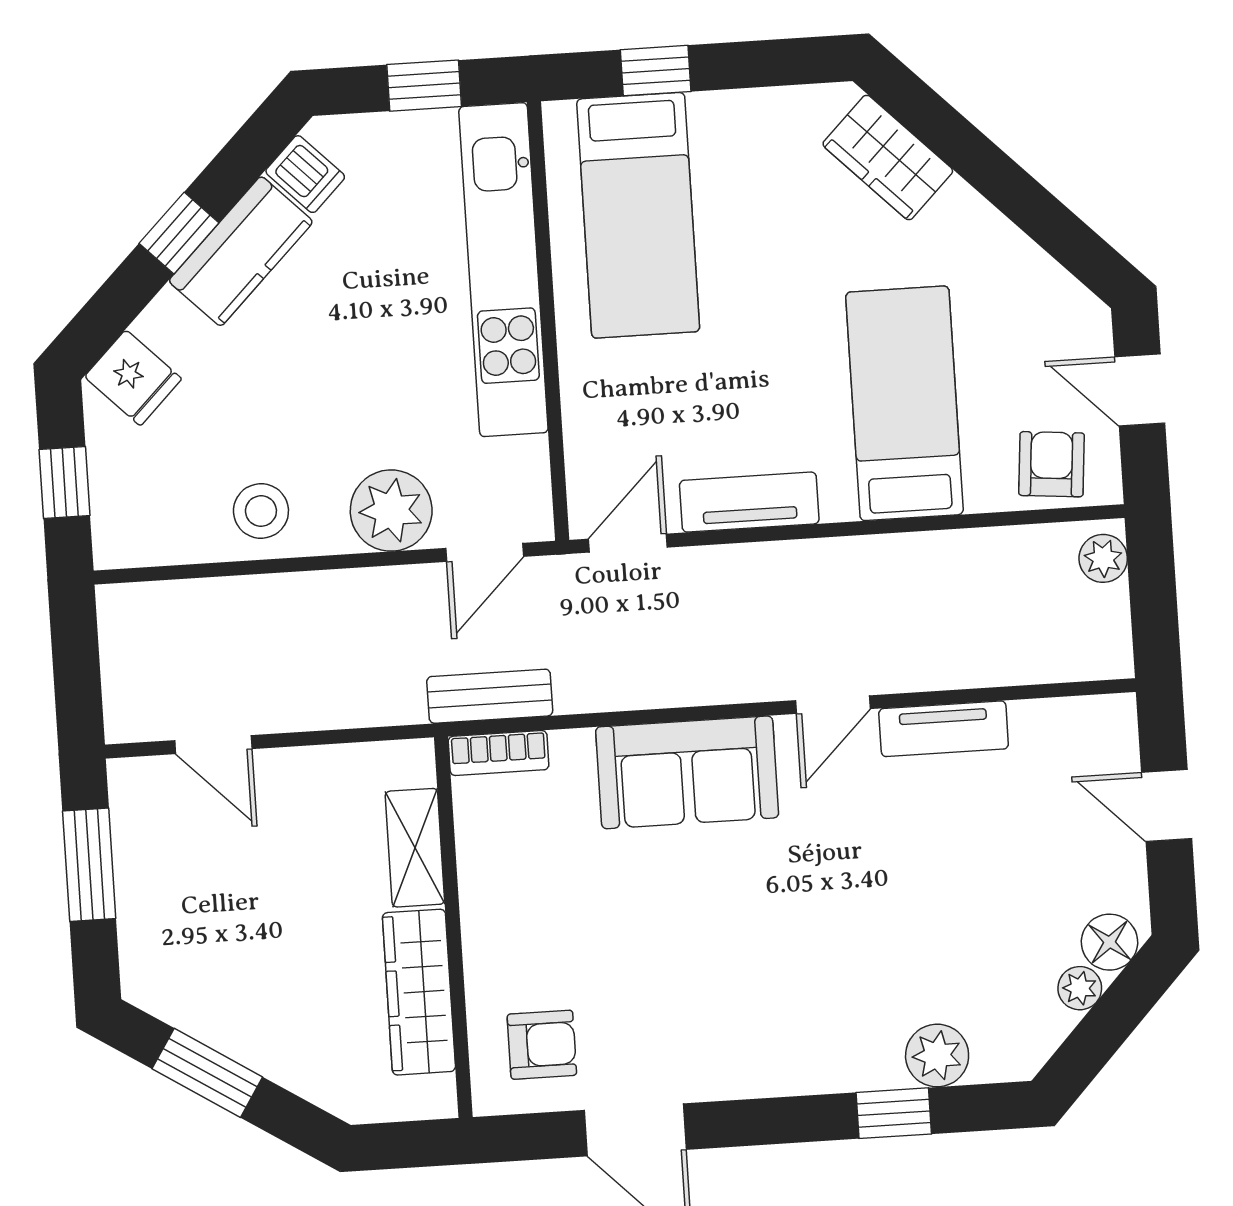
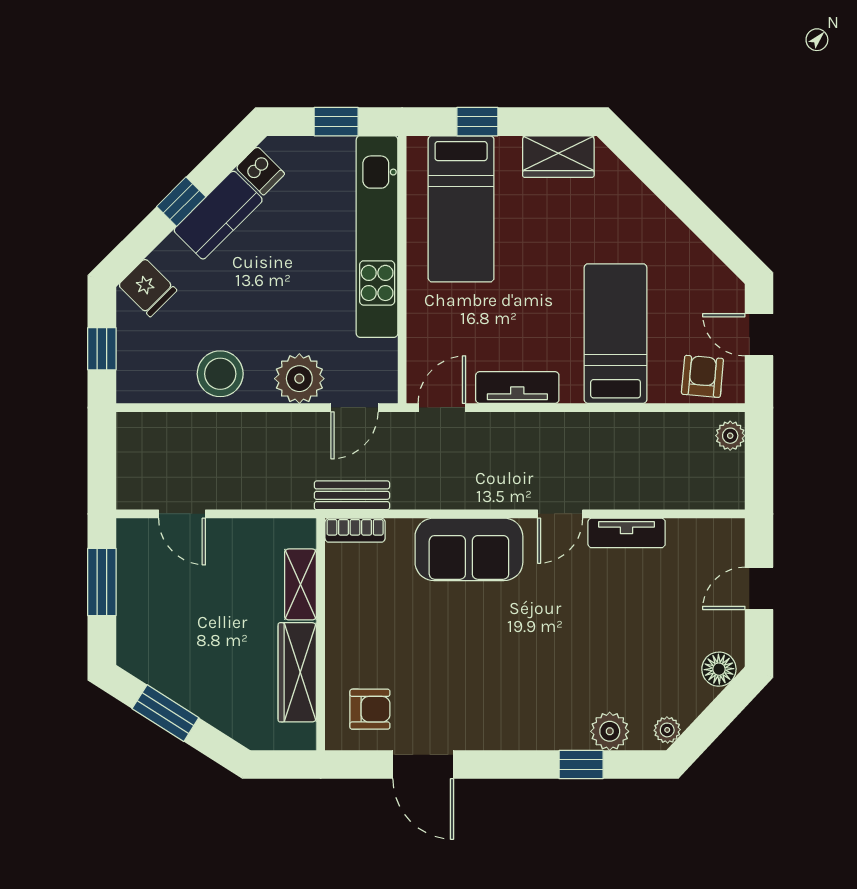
wardrobe: (888, 157) -> (558, 157), moved, turned -45
stool: (261, 511) -> (220, 374), width x1.38, depth x1.38
door: (1167, 806) -> (759, 588), hinge flipped
plant: (1080, 988) -> (667, 730), moved

